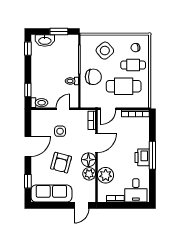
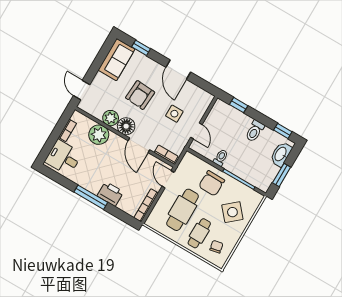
toilet: (39, 103) -> (255, 131), moved
printer: (142, 157) -> (110, 194), moved
armchair: (61, 163) -> (140, 95), turned -101
sofa: (51, 194) -> (117, 60), width x0.73

